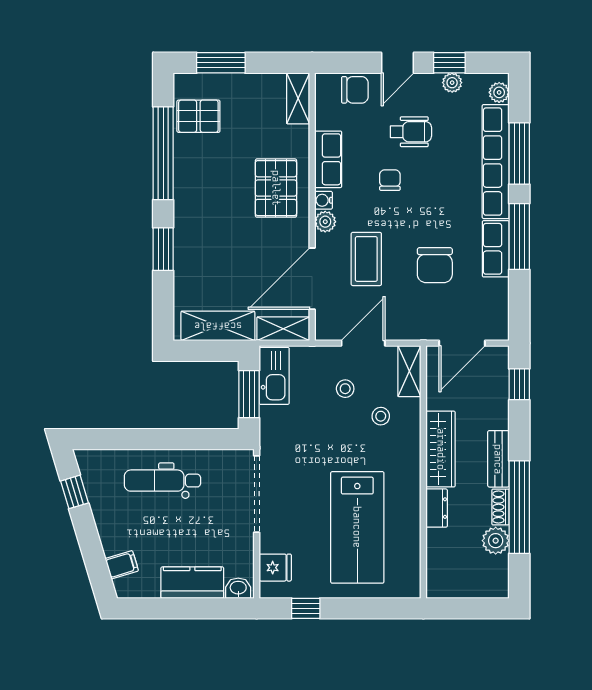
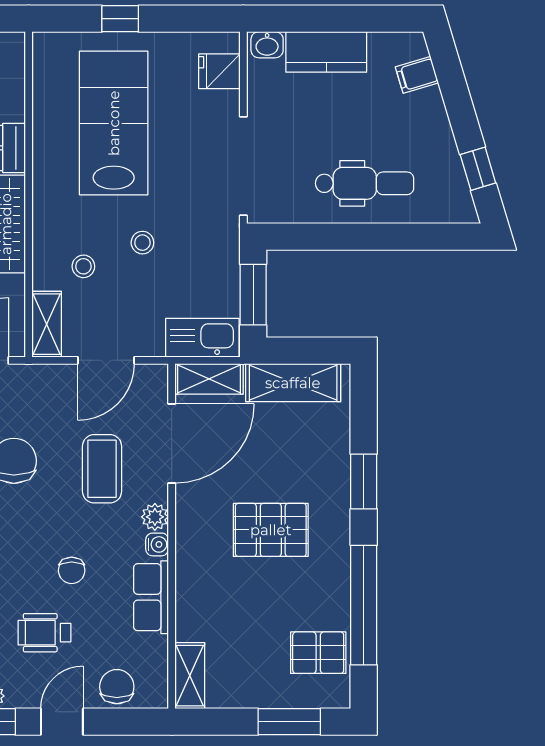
chair: (355, 90) -> (117, 687), turned 90
pallet: (276, 188) -> (271, 530), moved, turned 90
kitchen sink: (274, 376) -> (202, 338), moved, turned 90
stool: (345, 389) -> (142, 243), moved
window: (306, 608) -> (120, 19), moved

